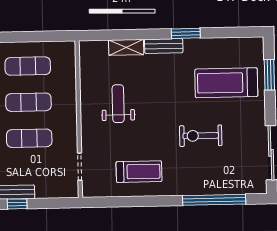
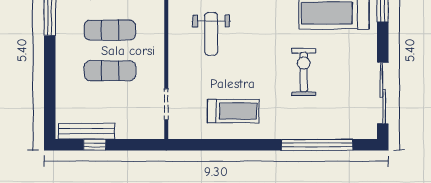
weight bench: (118, 104) -> (211, 34), turned 180
exercise bike: (201, 136) -> (304, 72), turned 90

